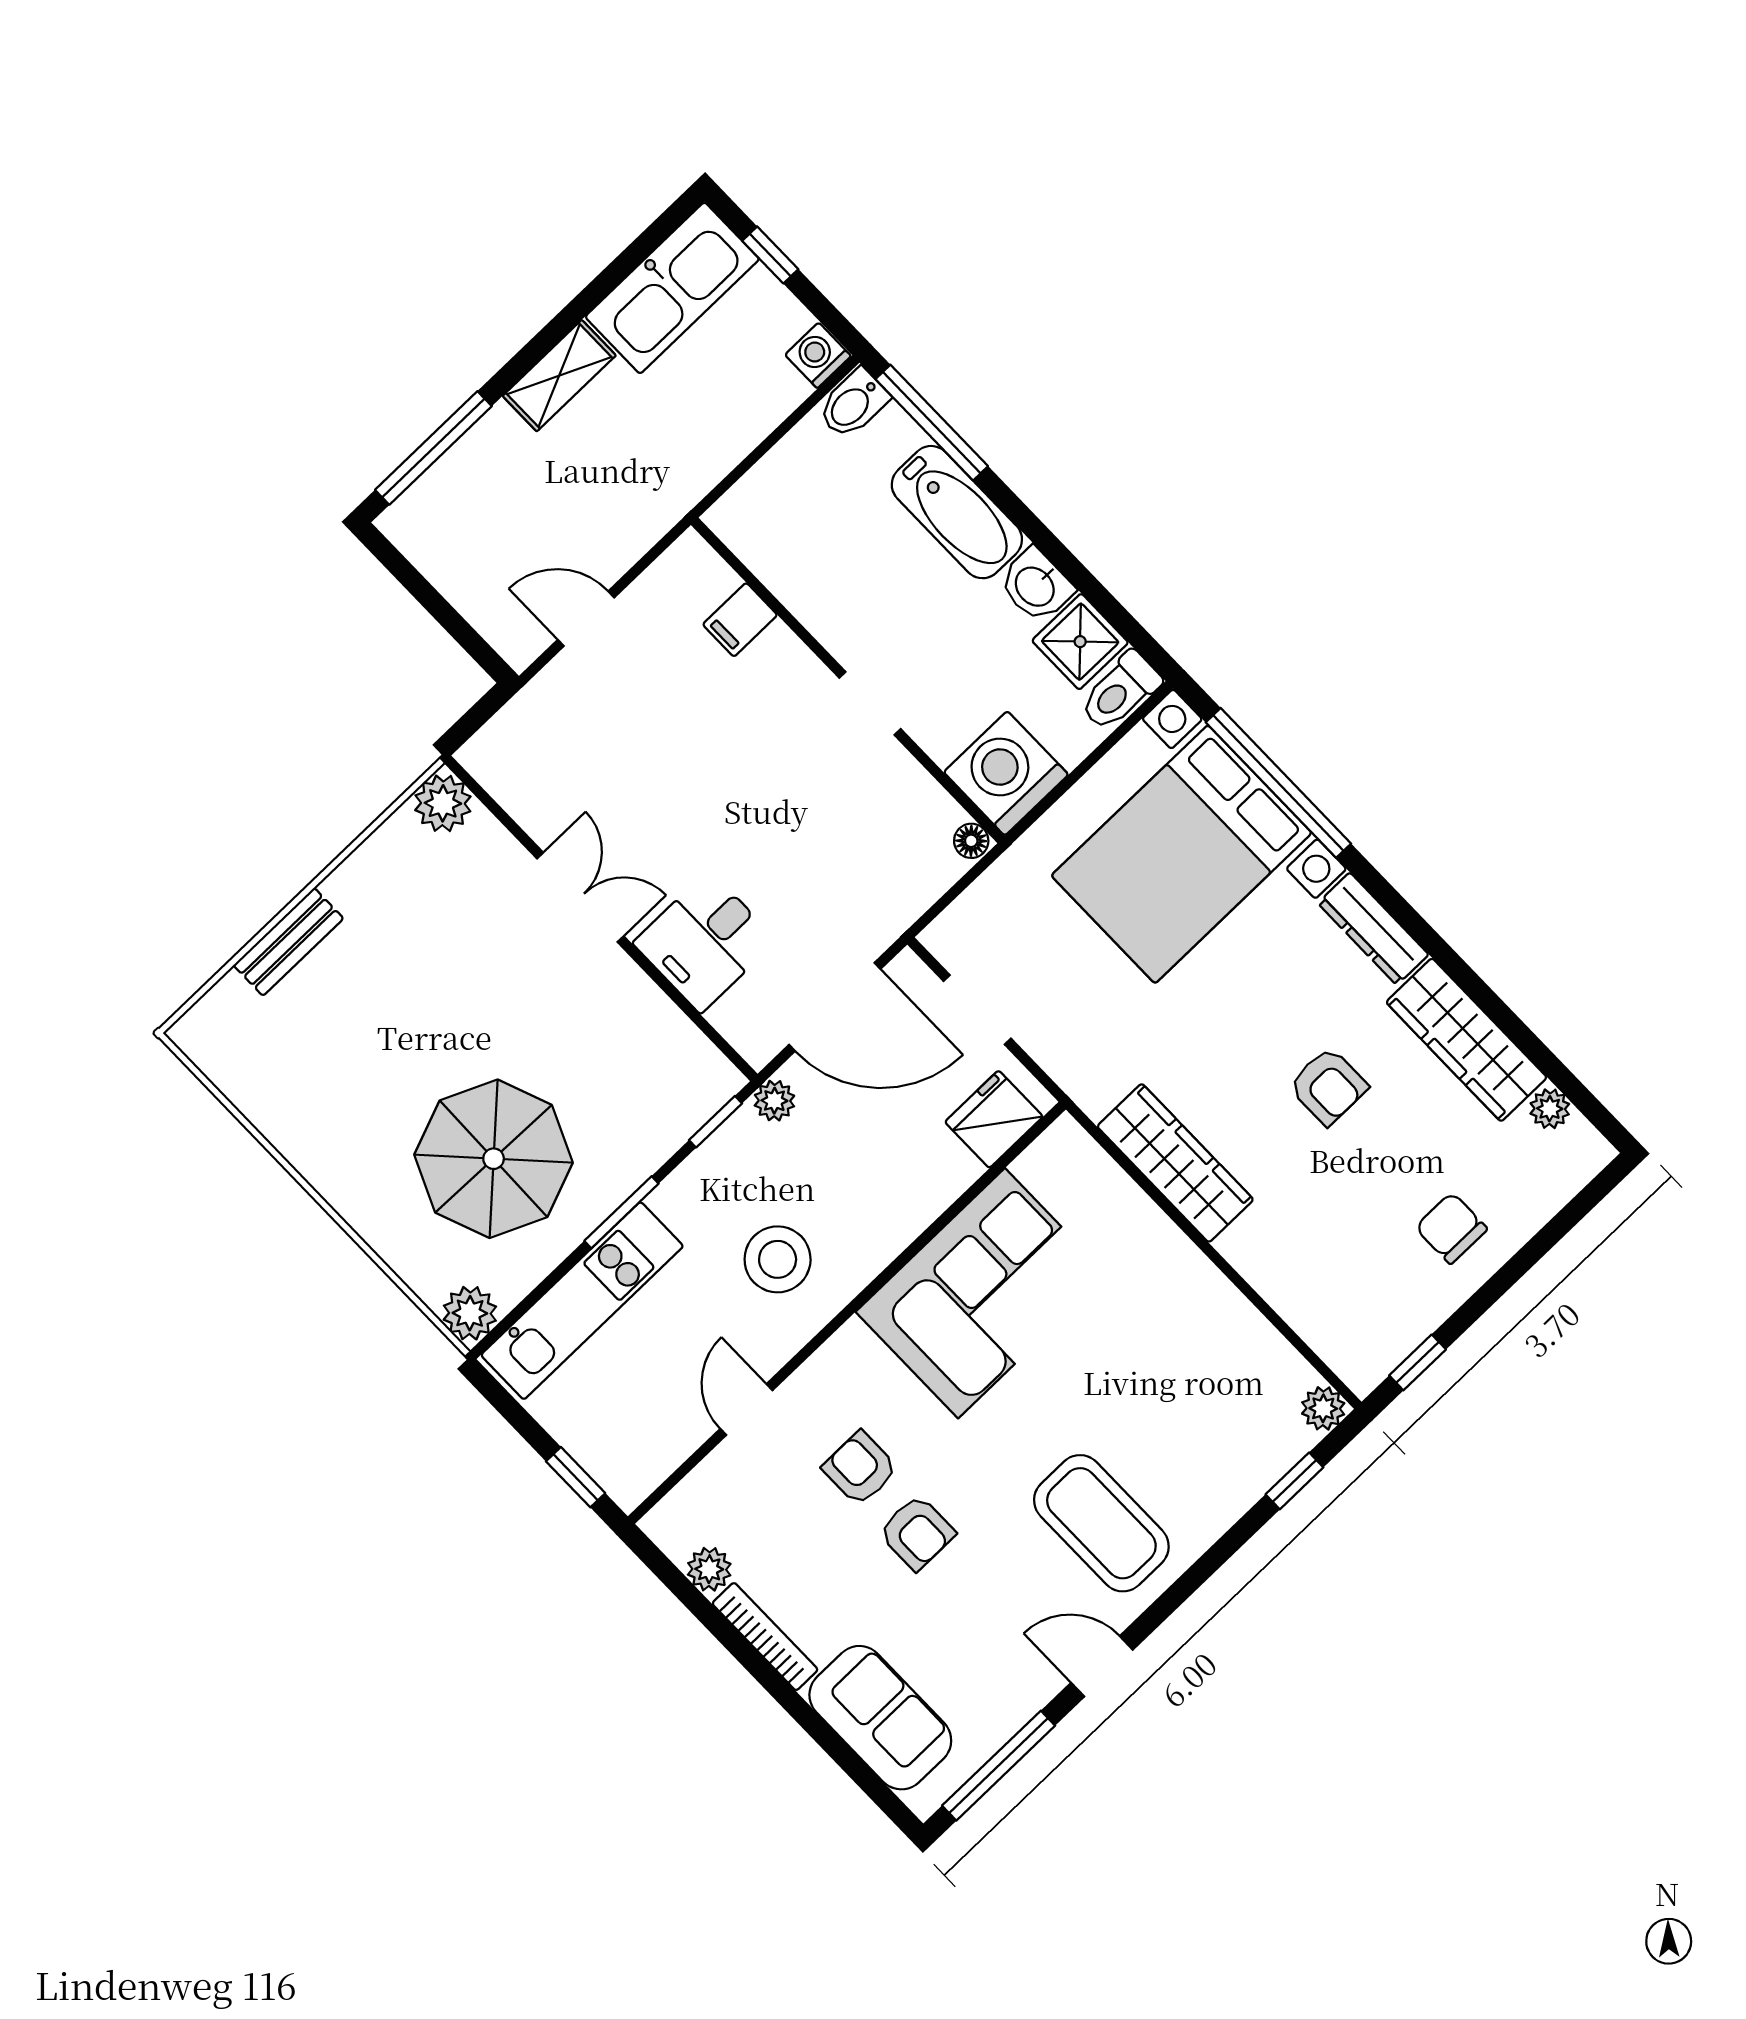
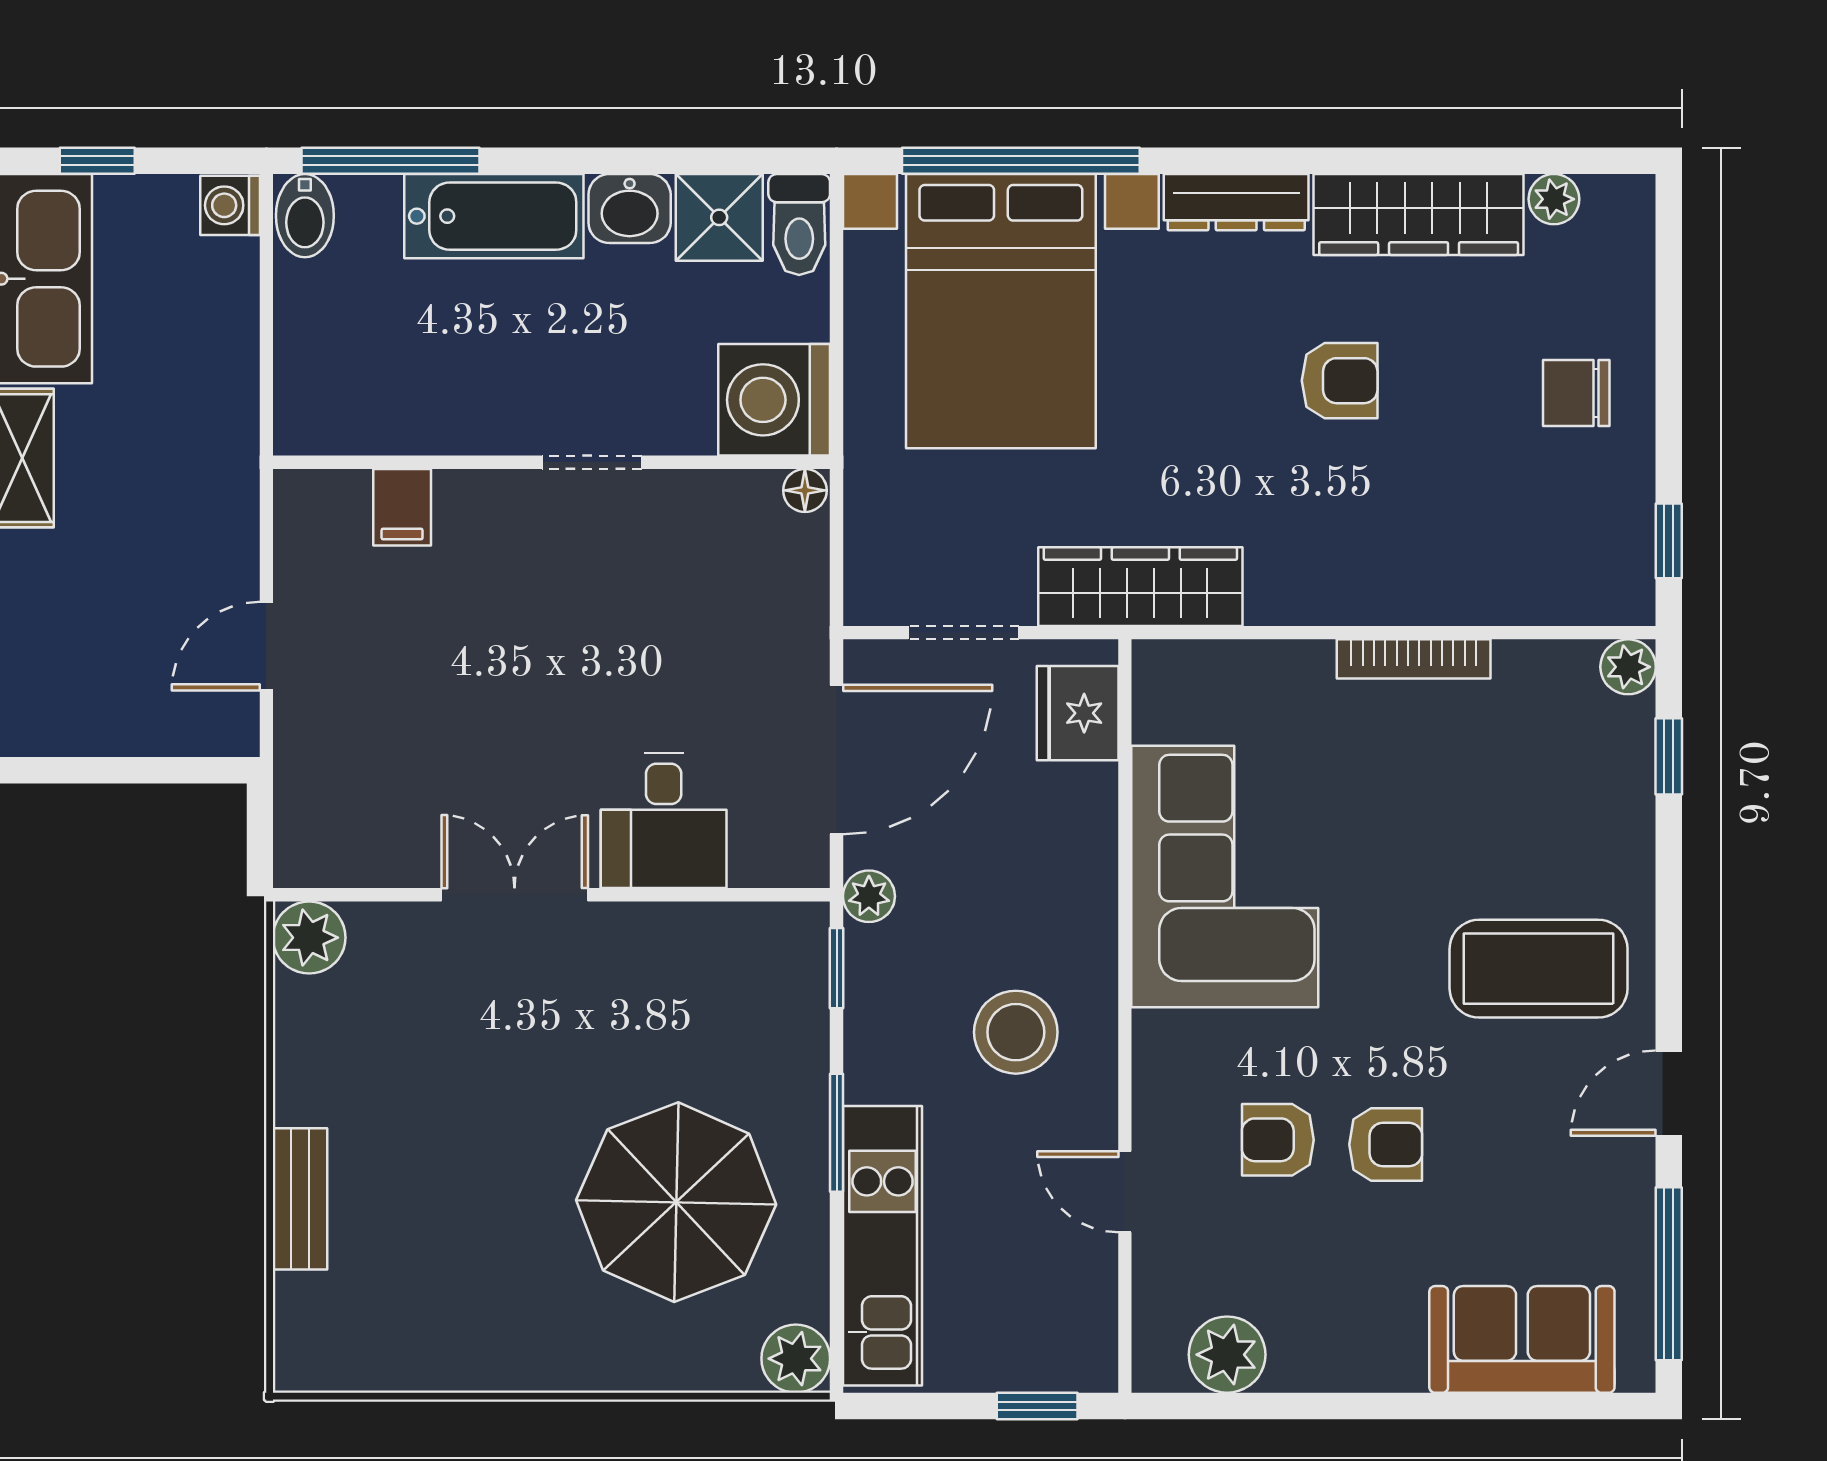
wardrobe: (1175, 1163) -> (1140, 587), moved
plant: (709, 1569) -> (1227, 1355), width x1.38, depth x1.38
bookcase: (765, 1637) -> (1414, 659), moved, turned 180

